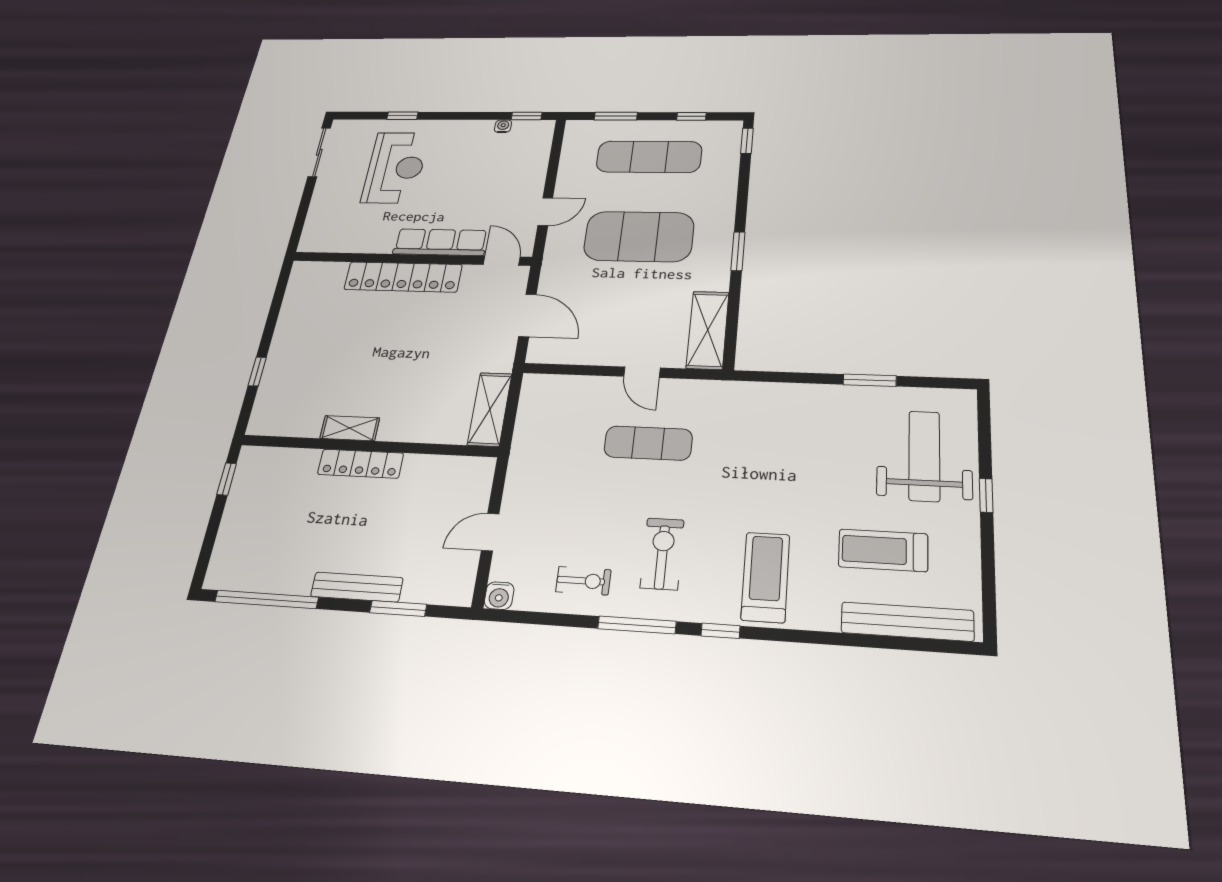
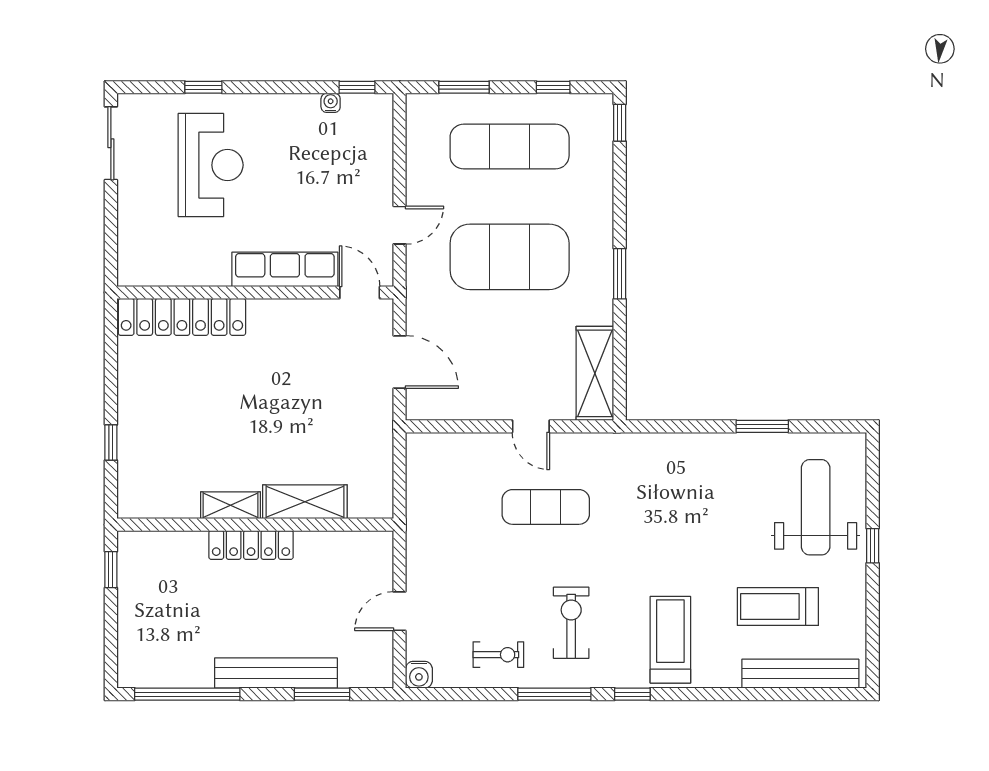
locker: (403, 277) -> (182, 317), moved
shelving: (490, 409) -> (305, 502), moved, turned 90
bench: (357, 587) -> (276, 673), width x1.37, depth x1.21

